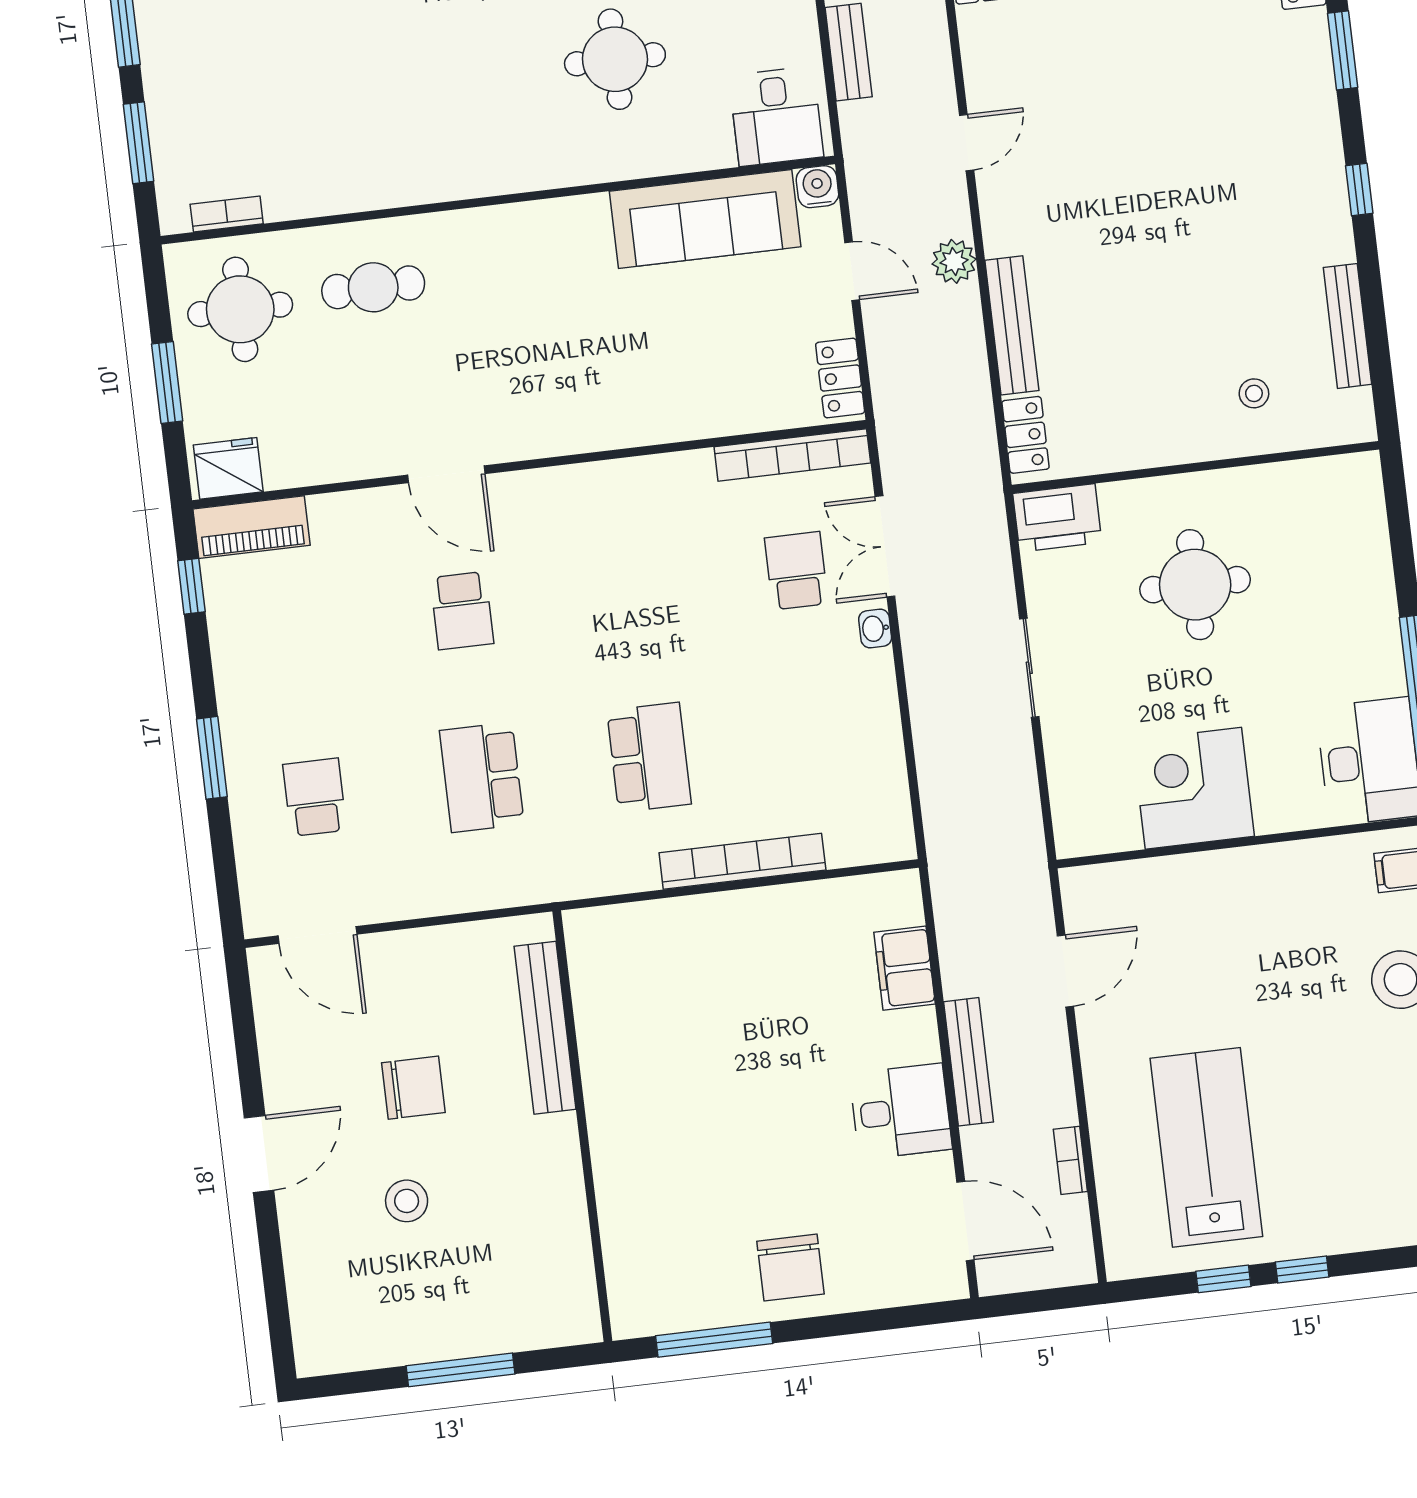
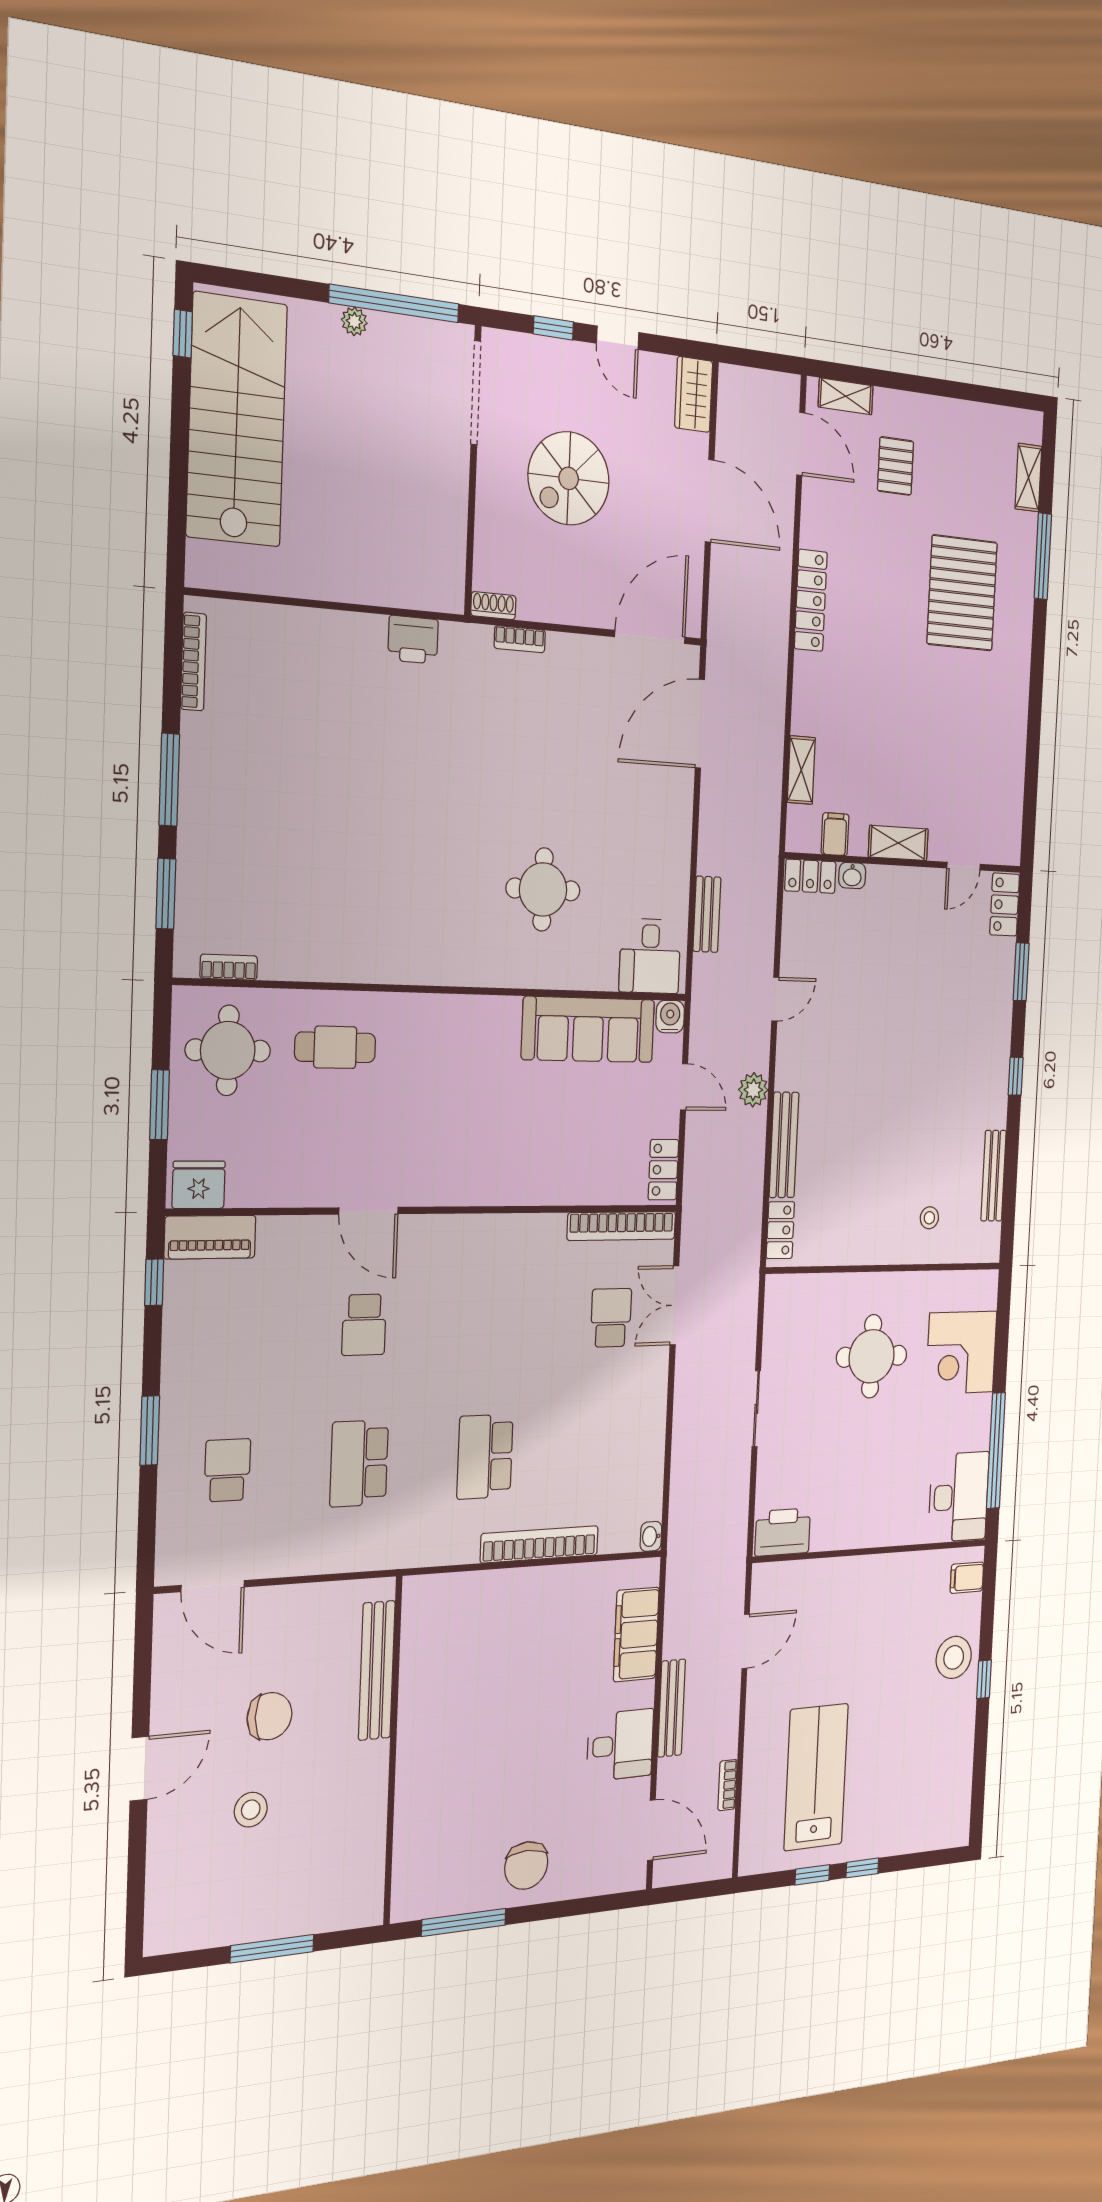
printer: (1057, 518) -> (783, 1532), moved, turned 180
washbasin: (875, 628) -> (651, 1536), moved
school desk: (649, 757) -> (485, 1457), turned 180
corner desk: (1193, 788) -> (961, 1353), moved, turned -90
filing cabinet: (905, 968) -> (636, 1634), width x1.50, depth x1.17

